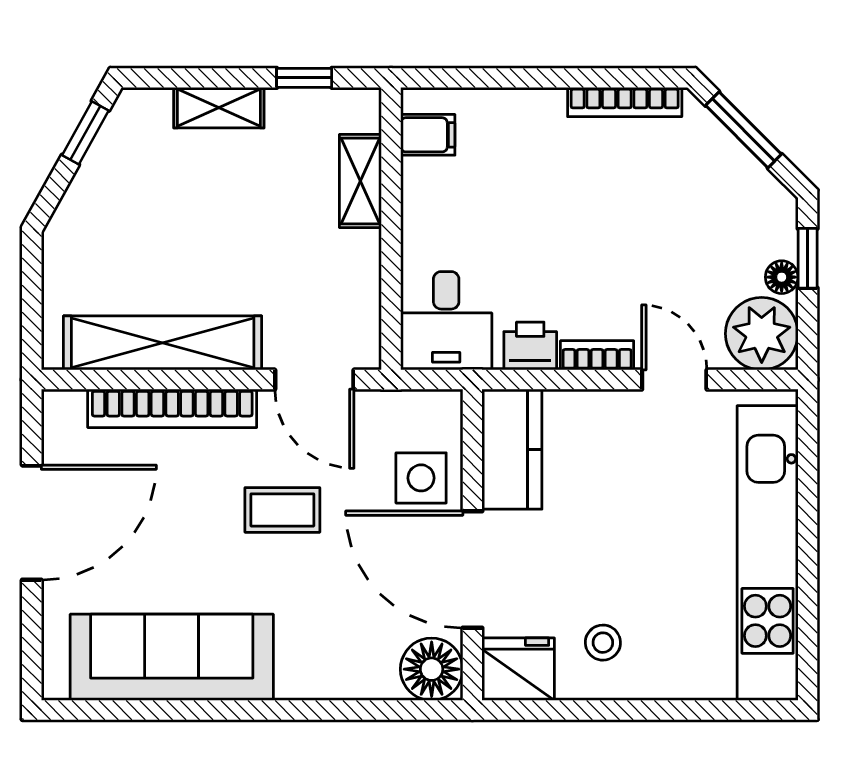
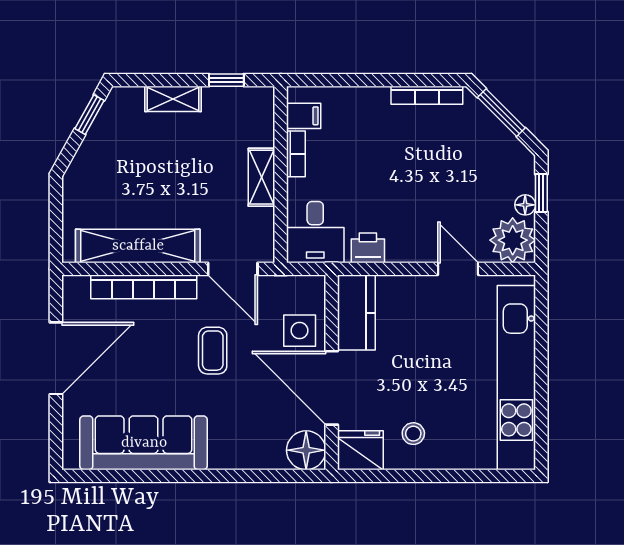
shelving: (360, 181) -> (262, 177), moved
bookcase: (597, 355) -> (296, 154), moved, turned 90
coffee table: (282, 510) -> (213, 351), turned 90

